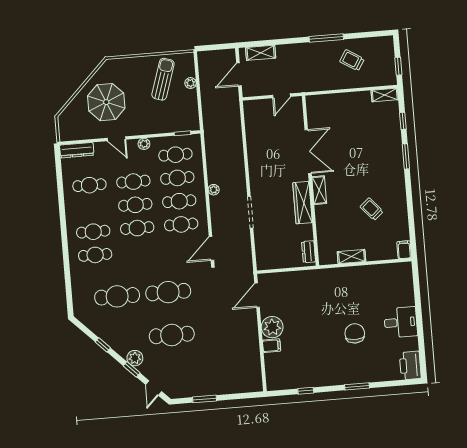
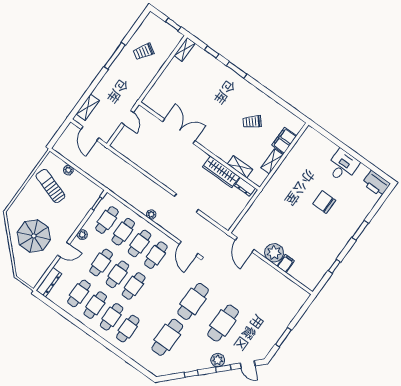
shelving: (319, 190) -> (240, 167), moved
wardrobe: (303, 203) -> (221, 172), moved
cafe table: (91, 208) -> (95, 305), added
filing cabinet: (404, 250) -> (284, 141), moved, width x2.00

